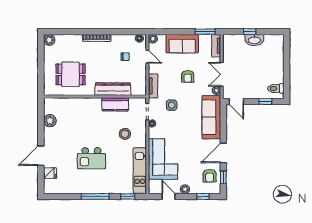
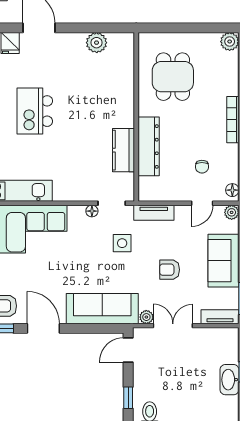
stool: (125, 134) -> (75, 166), removed

